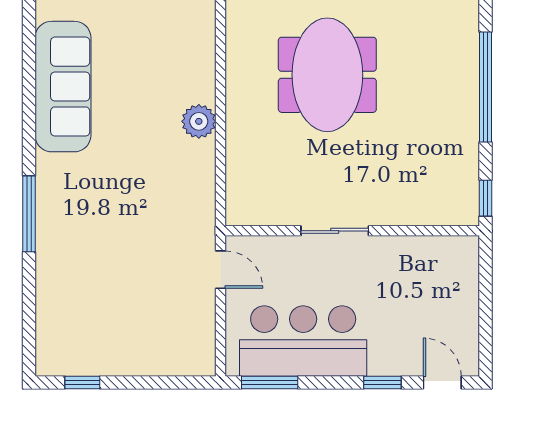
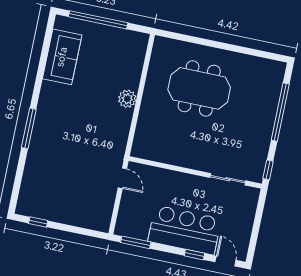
meeting table: (327, 75) -> (199, 88), turned 90
sofa: (63, 87) -> (62, 57), width x0.73
sliding door: (335, 231) -> (228, 179), moved
bar counter: (303, 341) -> (185, 230), moved

